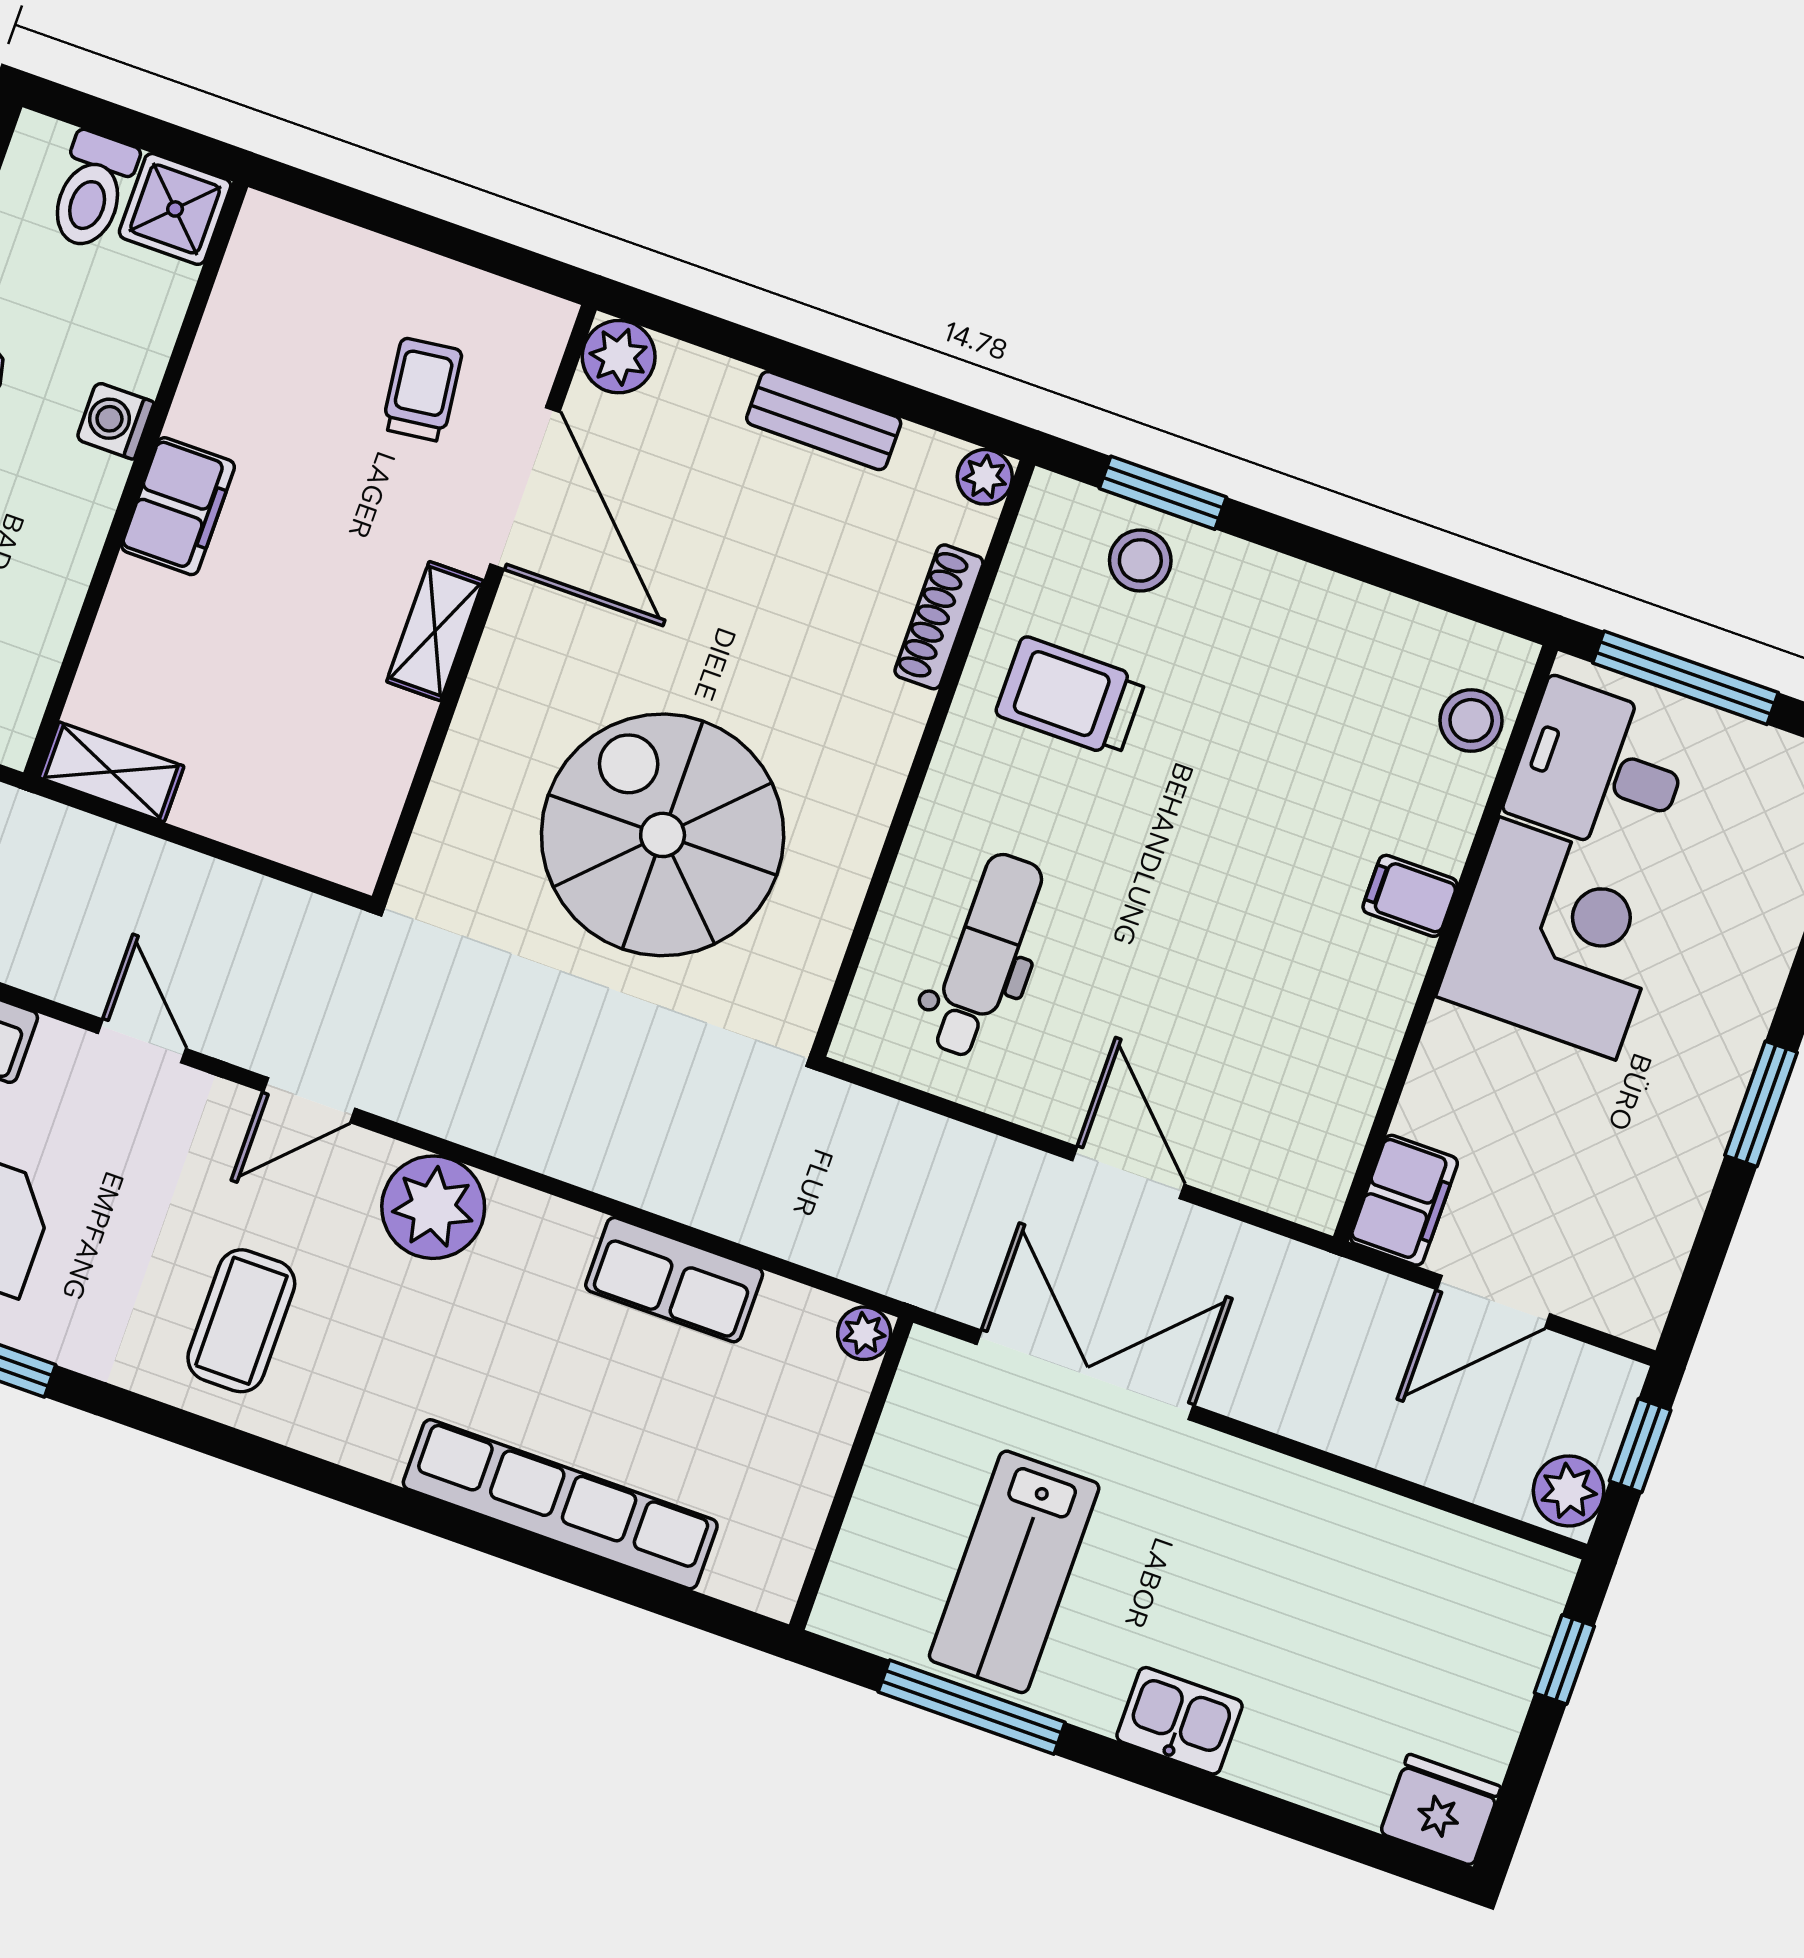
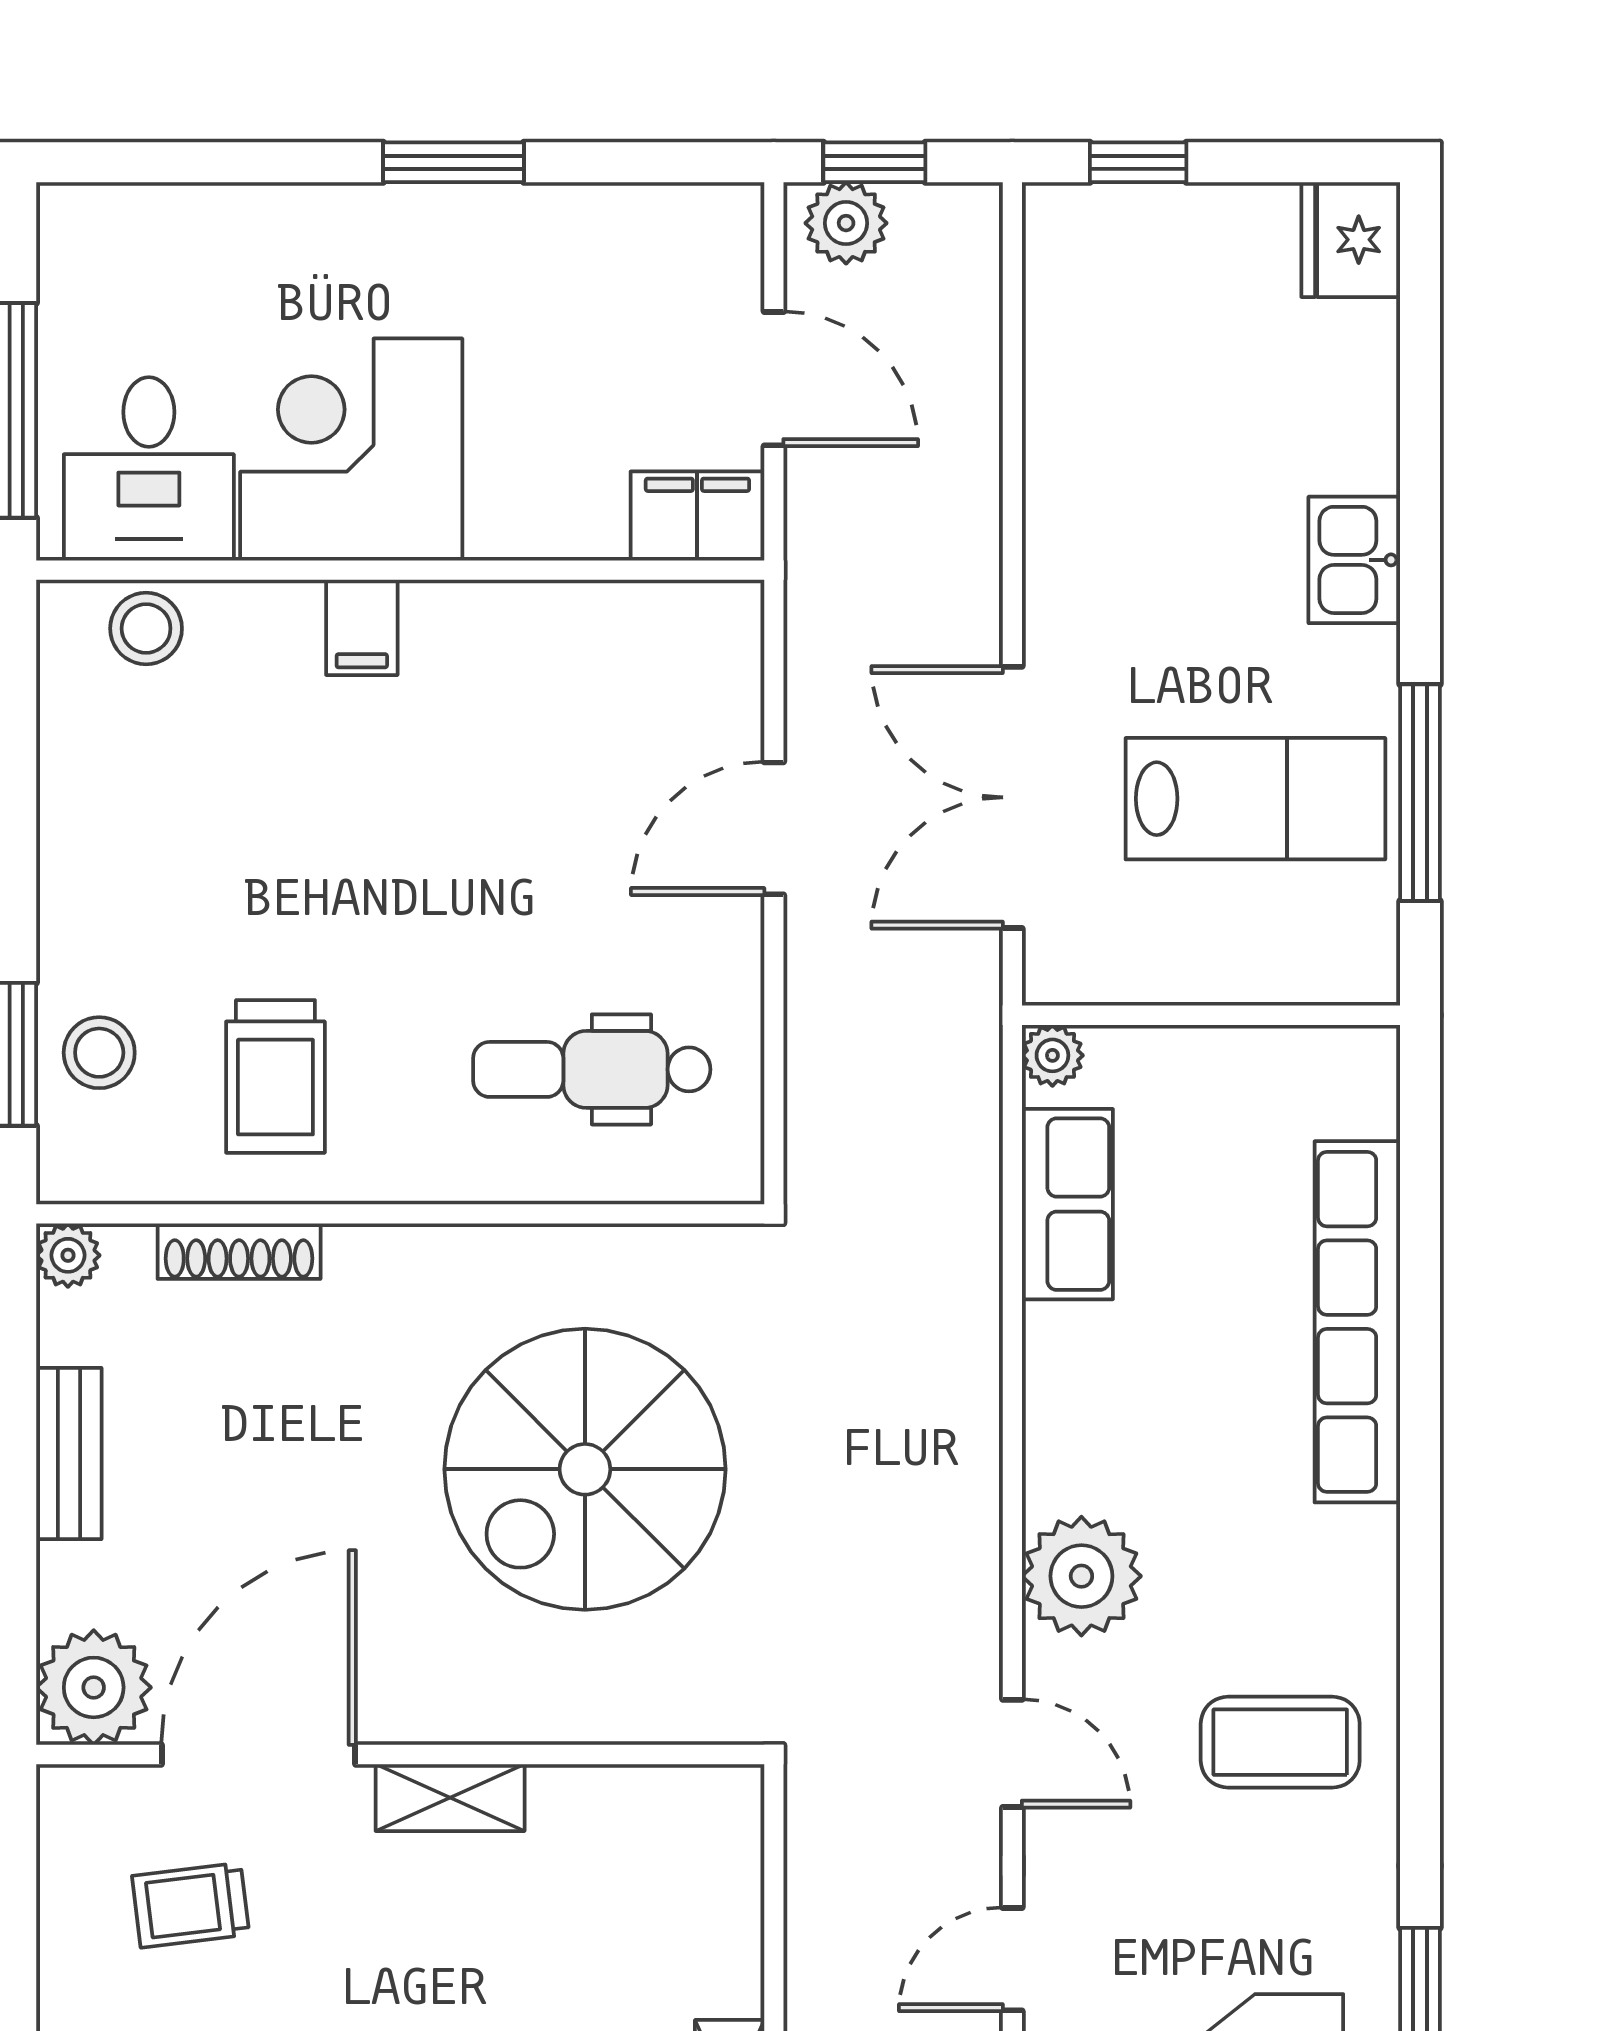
plant: (619, 357) -> (94, 1687), width x1.36, depth x1.36
row of seats: (674, 1280) -> (1067, 1204), moved
plant: (1569, 1491) -> (846, 223), moved

